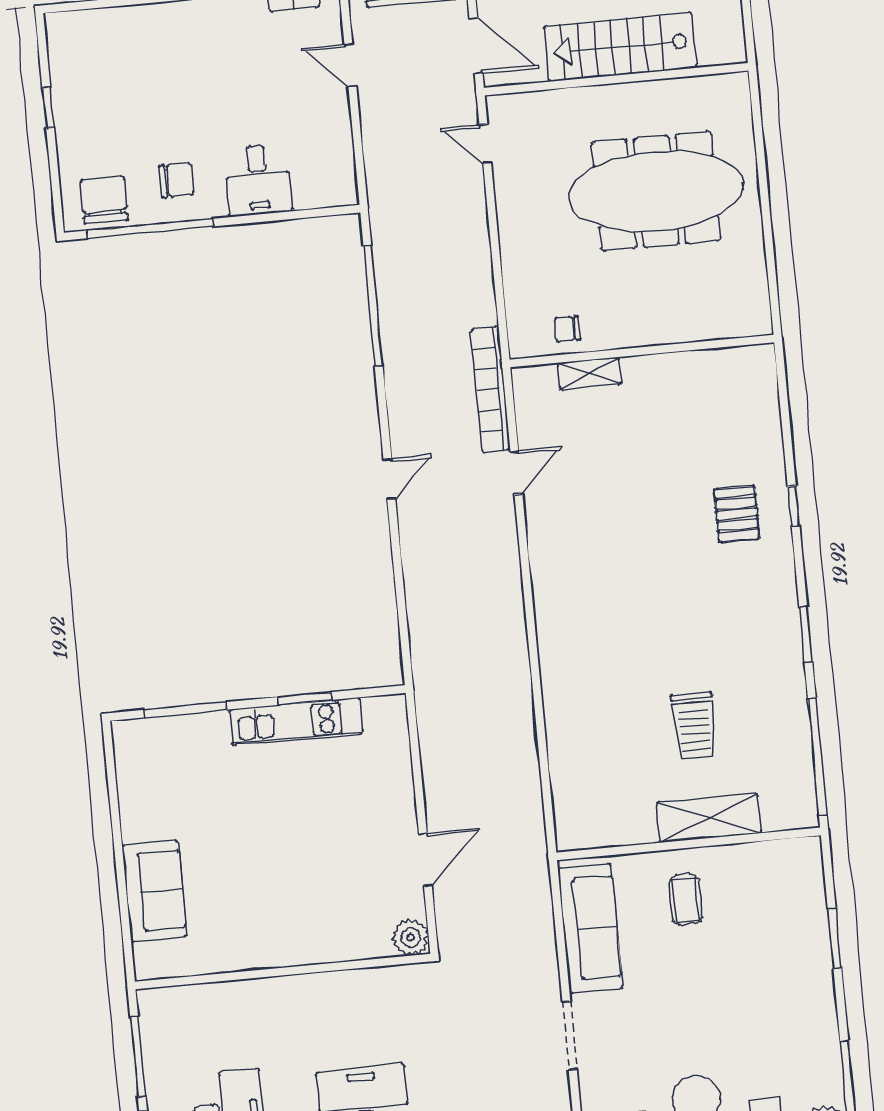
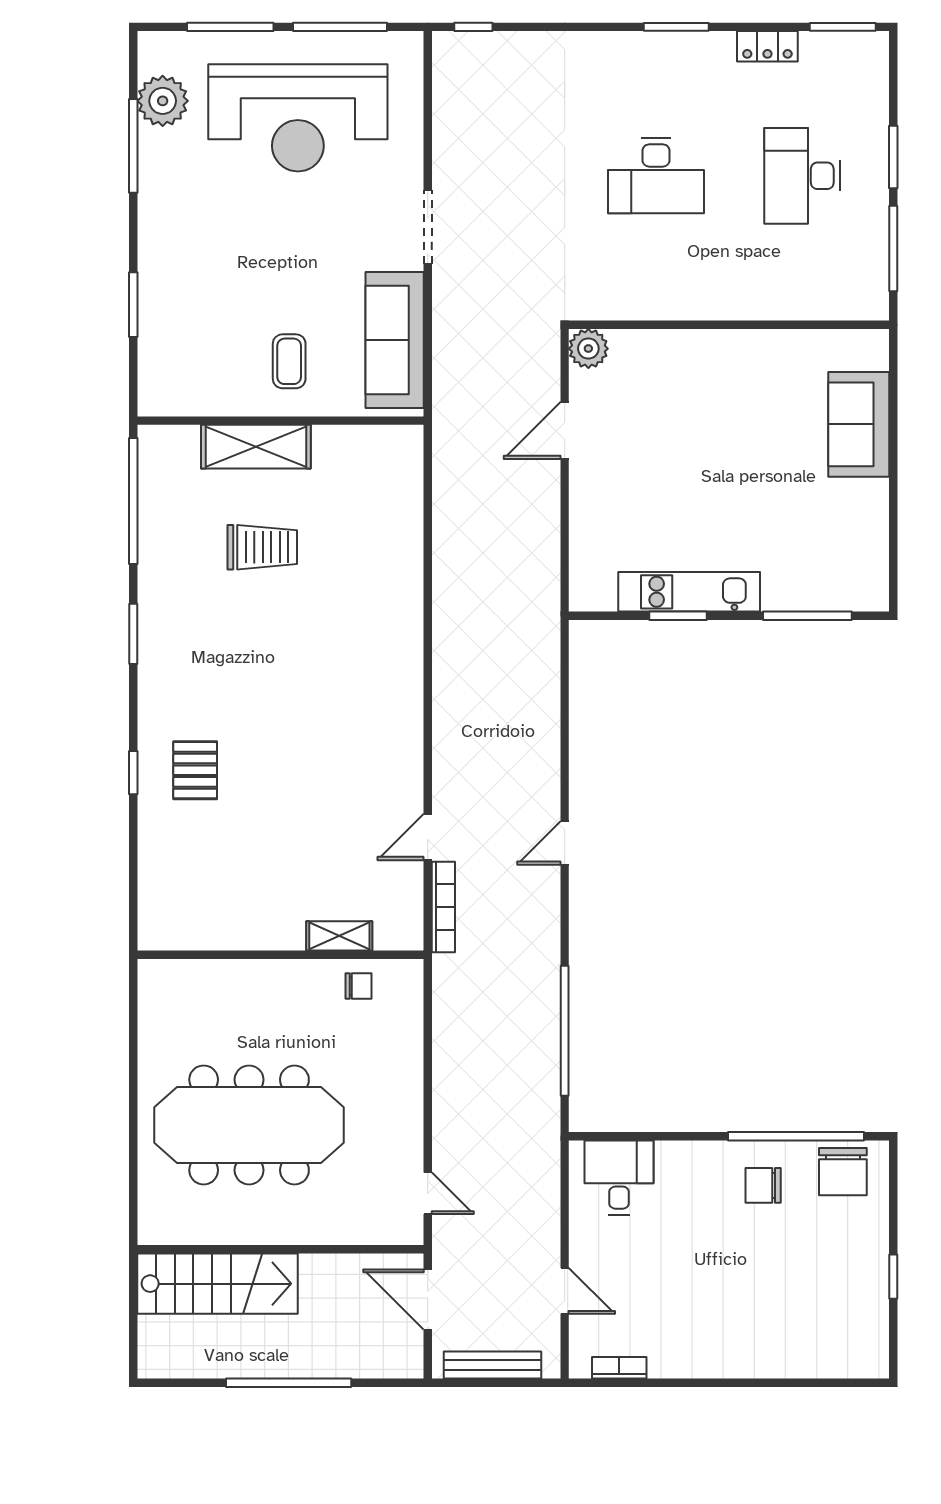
stairs: (620, 47) -> (217, 1284), moved
desk: (258, 180) -> (619, 1178), moved
bookcase: (490, 390) -> (443, 907), width x0.68, depth x0.76
trolley: (694, 726) -> (262, 547), turned 90

